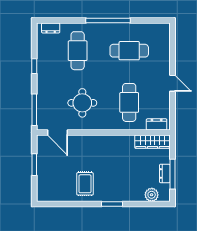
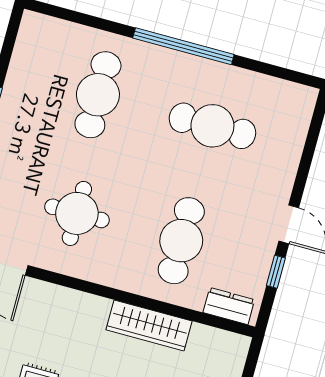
dresser: (51, 28) -> (52, 28), removed
window: (172, 105) -> (276, 272), added
wardrobe: (152, 142) -> (149, 325), moved

